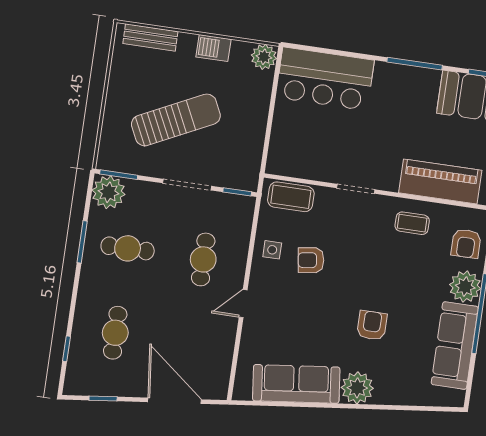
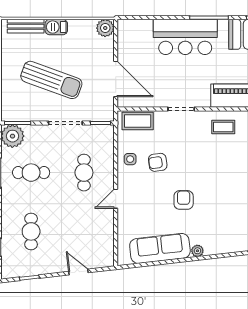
barbecue: (213, 48) -> (56, 27), moved
bar counter: (325, 79) -> (185, 37), moved
sun lounger: (176, 120) -> (51, 80), turned 46
door: (268, 132) -> (116, 79), added
armchair: (372, 325) -> (184, 200), moved
plant: (357, 388) -> (197, 251), width x0.53, depth x0.53
door: (175, 401) -> (78, 272), width x0.53

